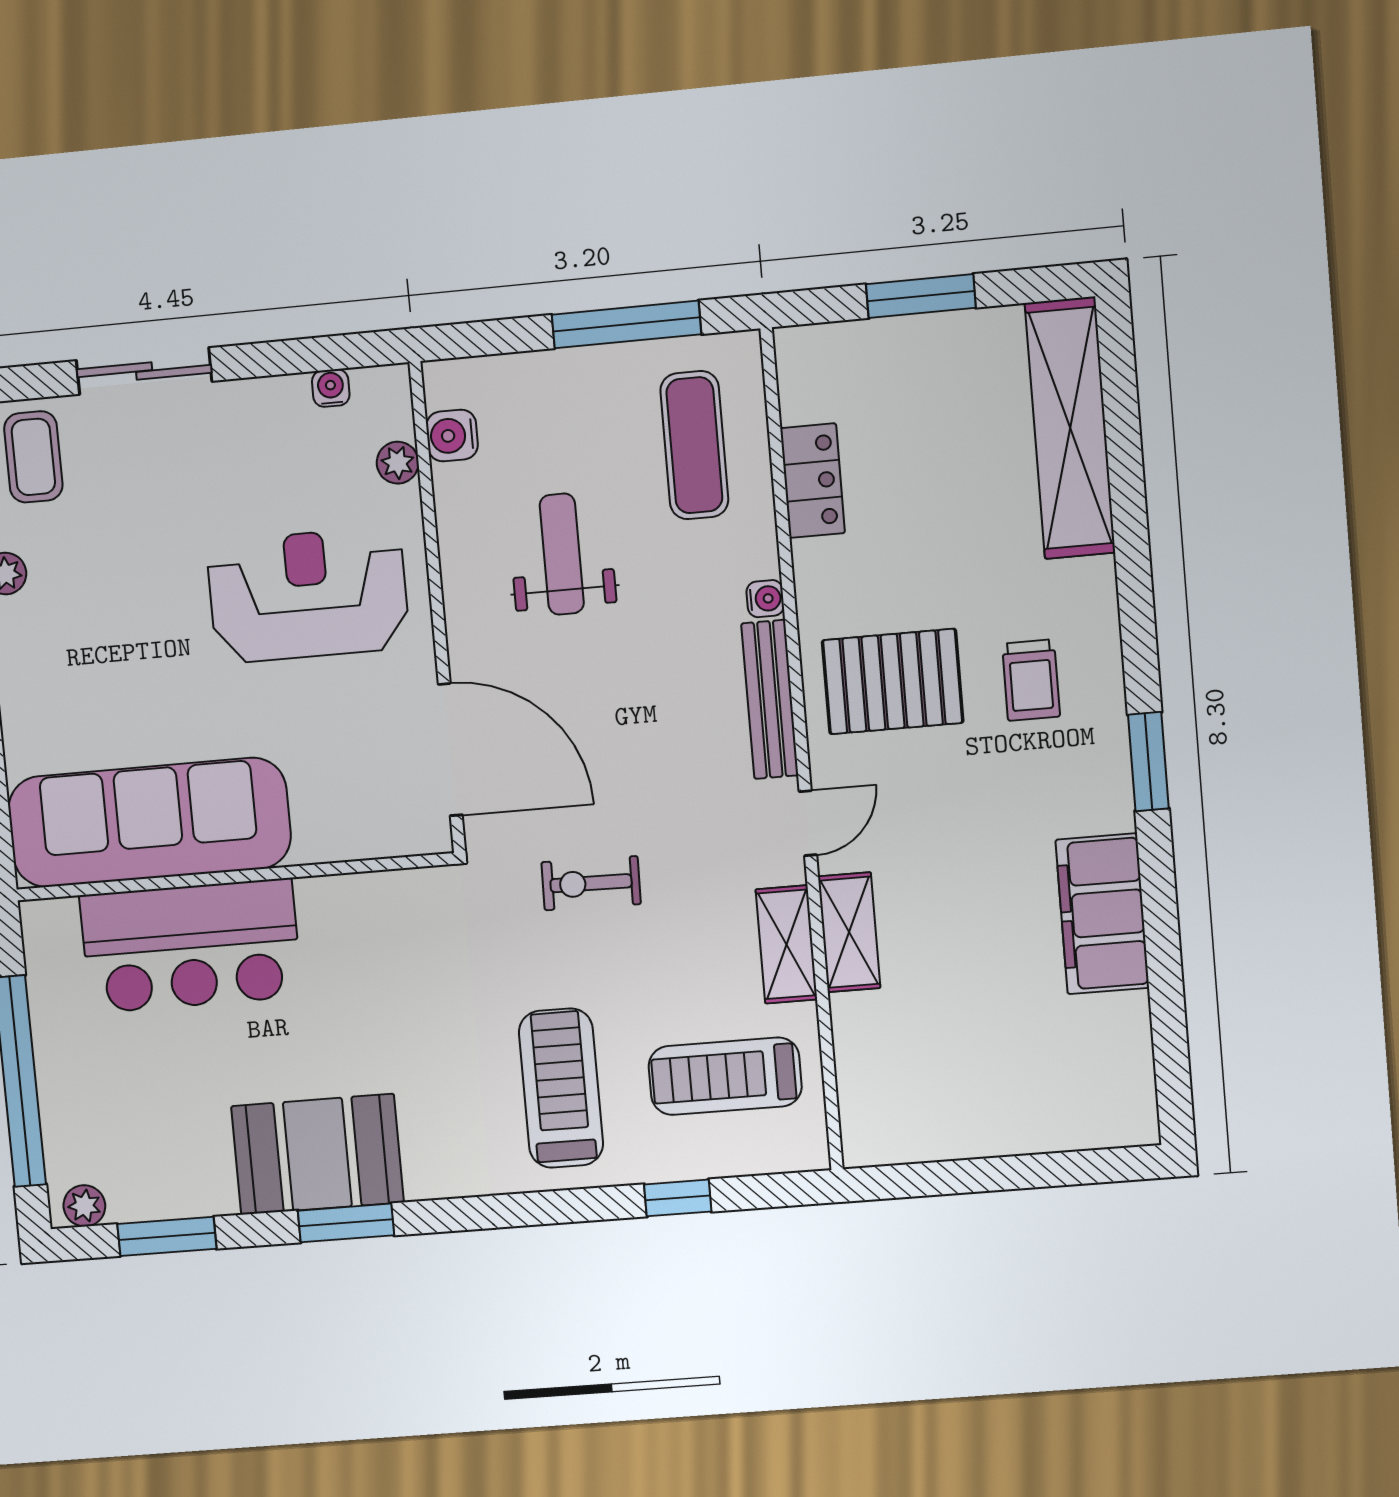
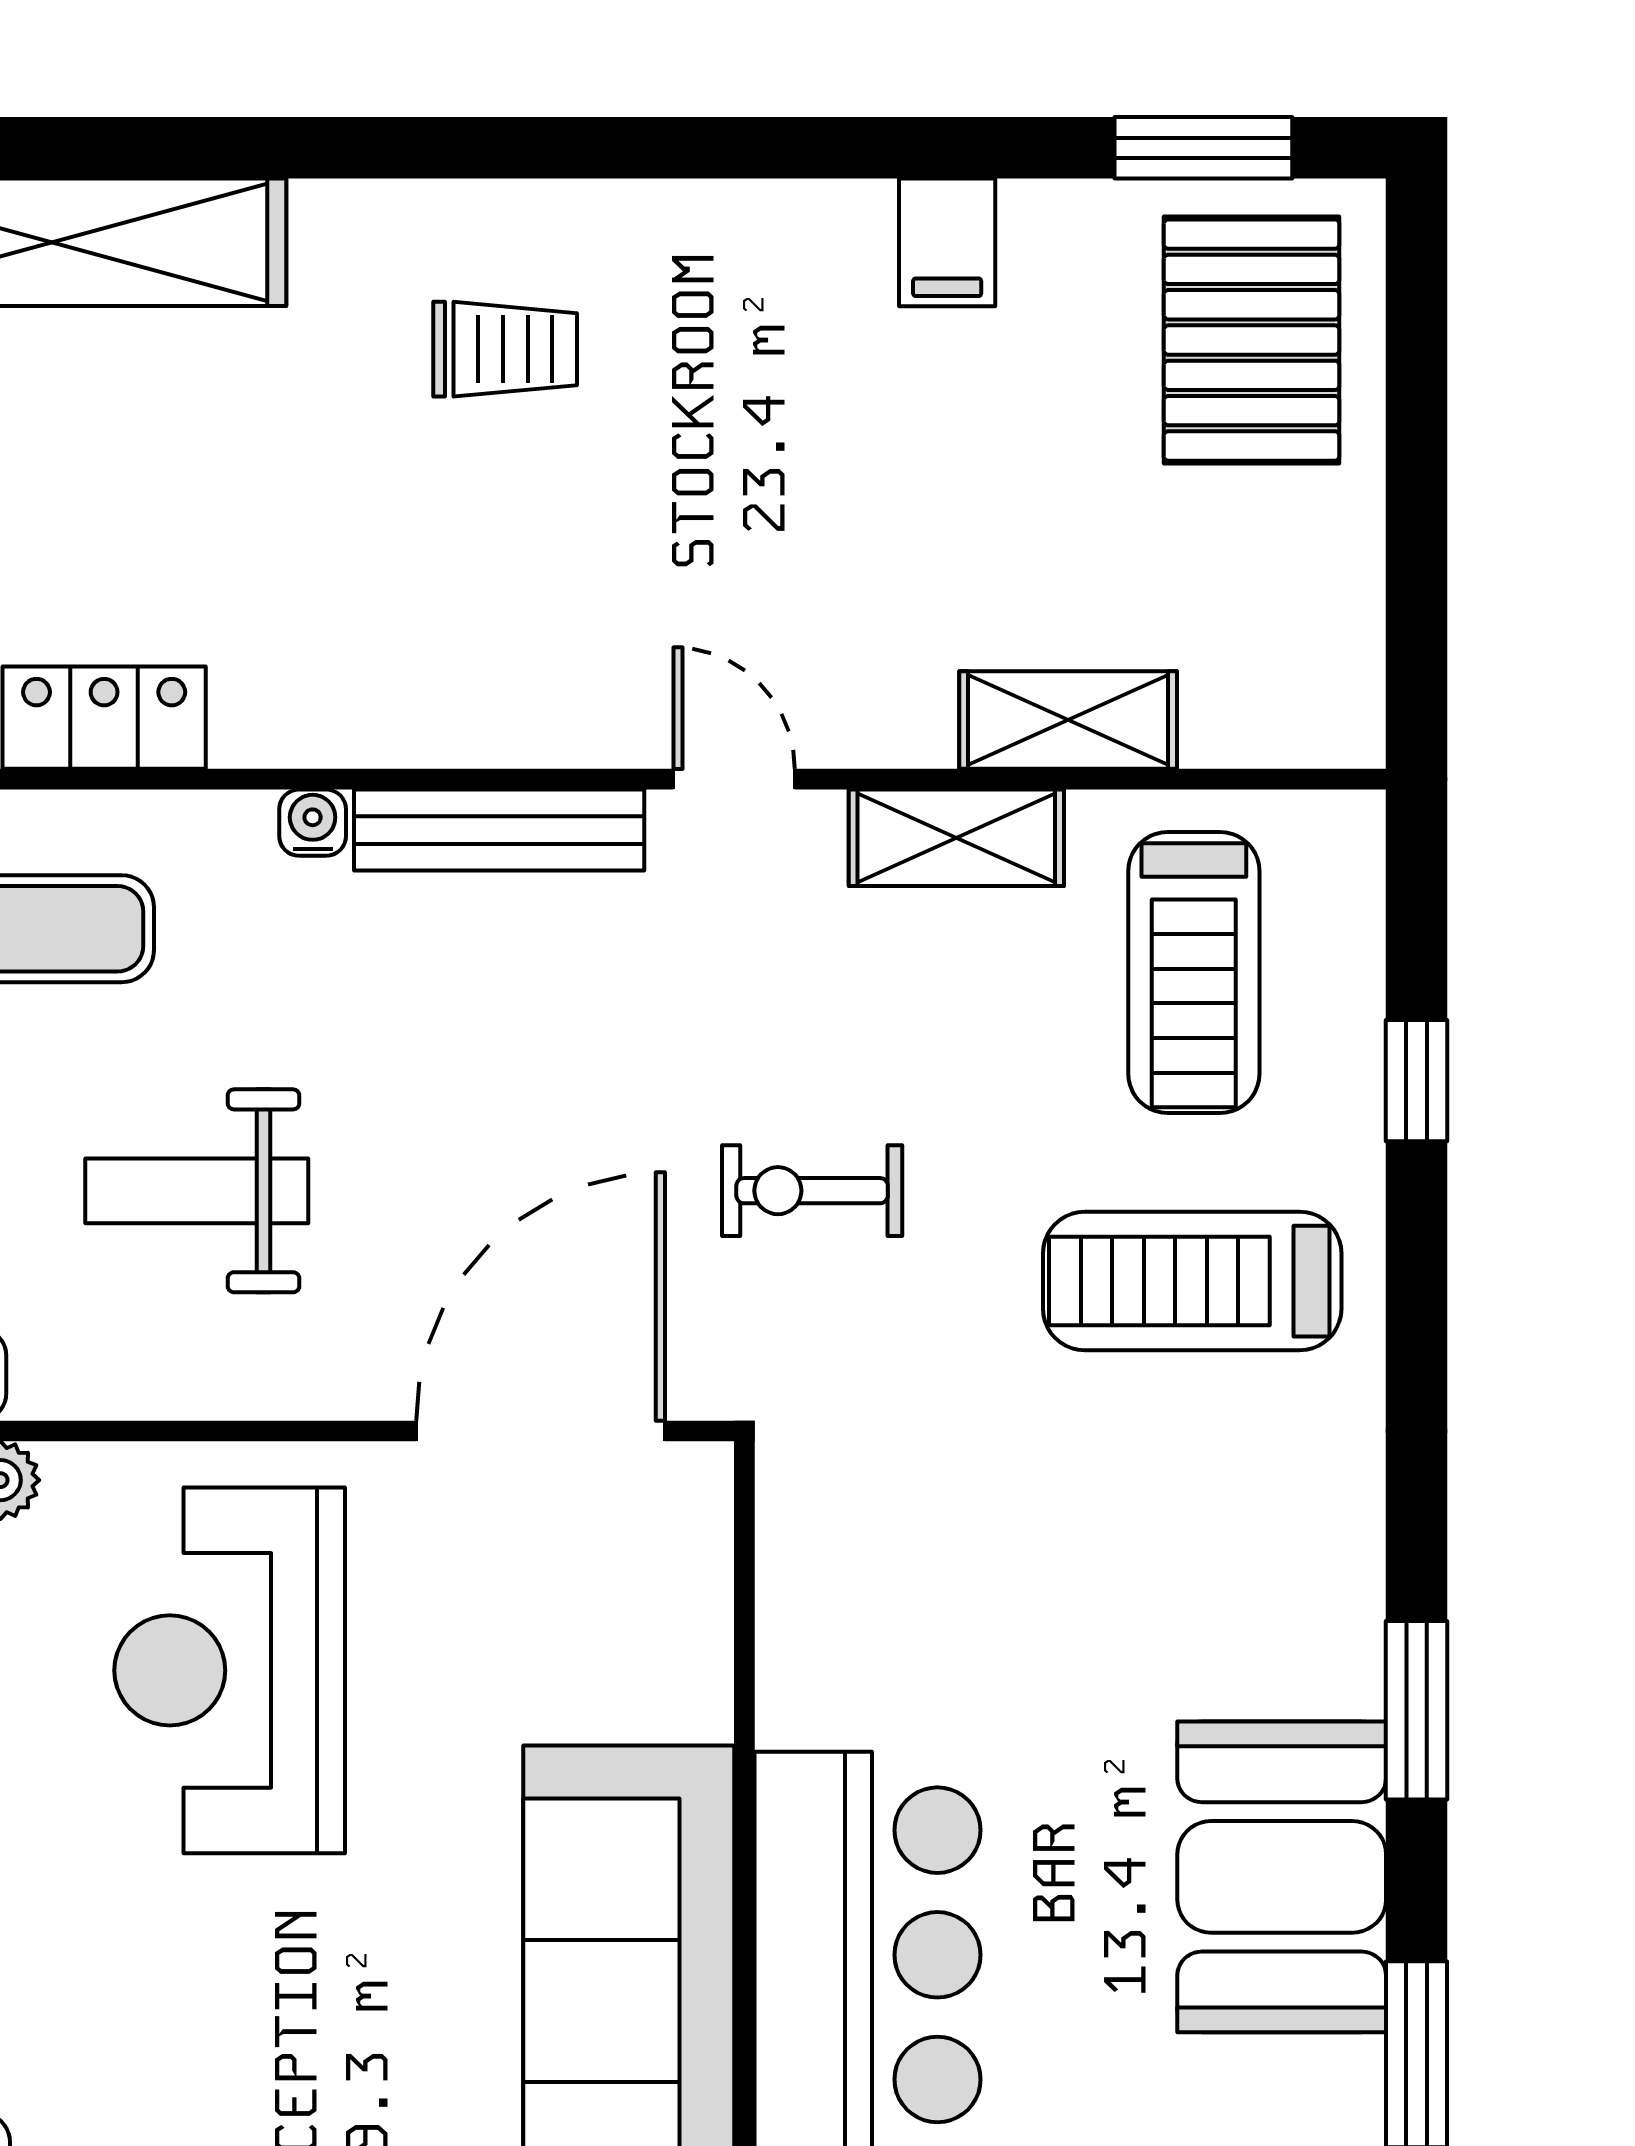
pallet: (893, 682) -> (1252, 340), moved
window: (1148, 762) -> (1203, 148), moved
exercise bike: (591, 883) -> (812, 1191), turned 89
filing cabinet: (1102, 914) -> (947, 242), width x0.33, depth x0.86
shelving: (849, 932) -> (1068, 720), moved
booth: (317, 1154) -> (1282, 1877), moved

